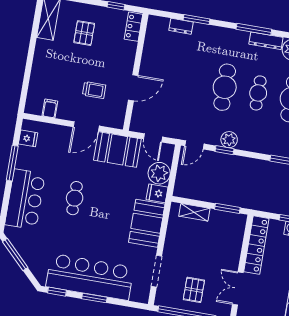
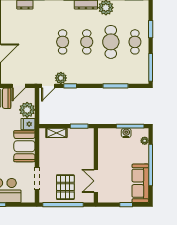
cafe table: (225, 87) -> (63, 42), width x0.73, depth x0.74
door: (153, 138) -> (19, 86), hinge flipped
plant: (229, 140) -> (61, 78), moved
locker: (256, 245) -> (104, 148), removed
pallet: (194, 290) -> (65, 187), width x1.50, depth x1.42

